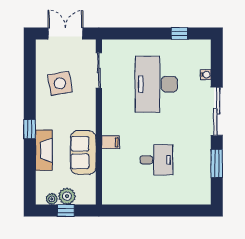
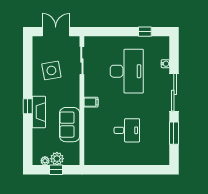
desk: (156, 84) -> (127, 71), turned 180
filing cabinet: (111, 142) -> (91, 102), moved
fireplace: (44, 150) -> (39, 112), moved

